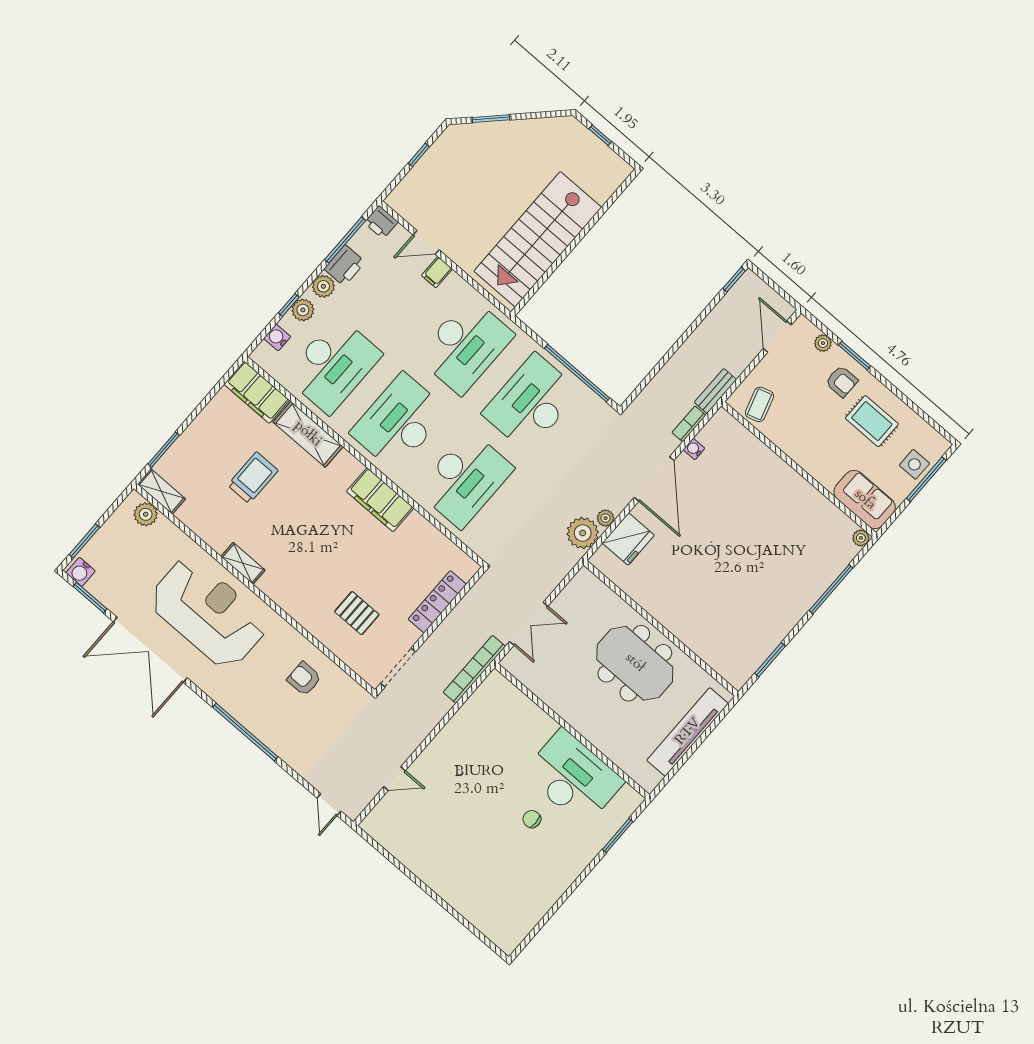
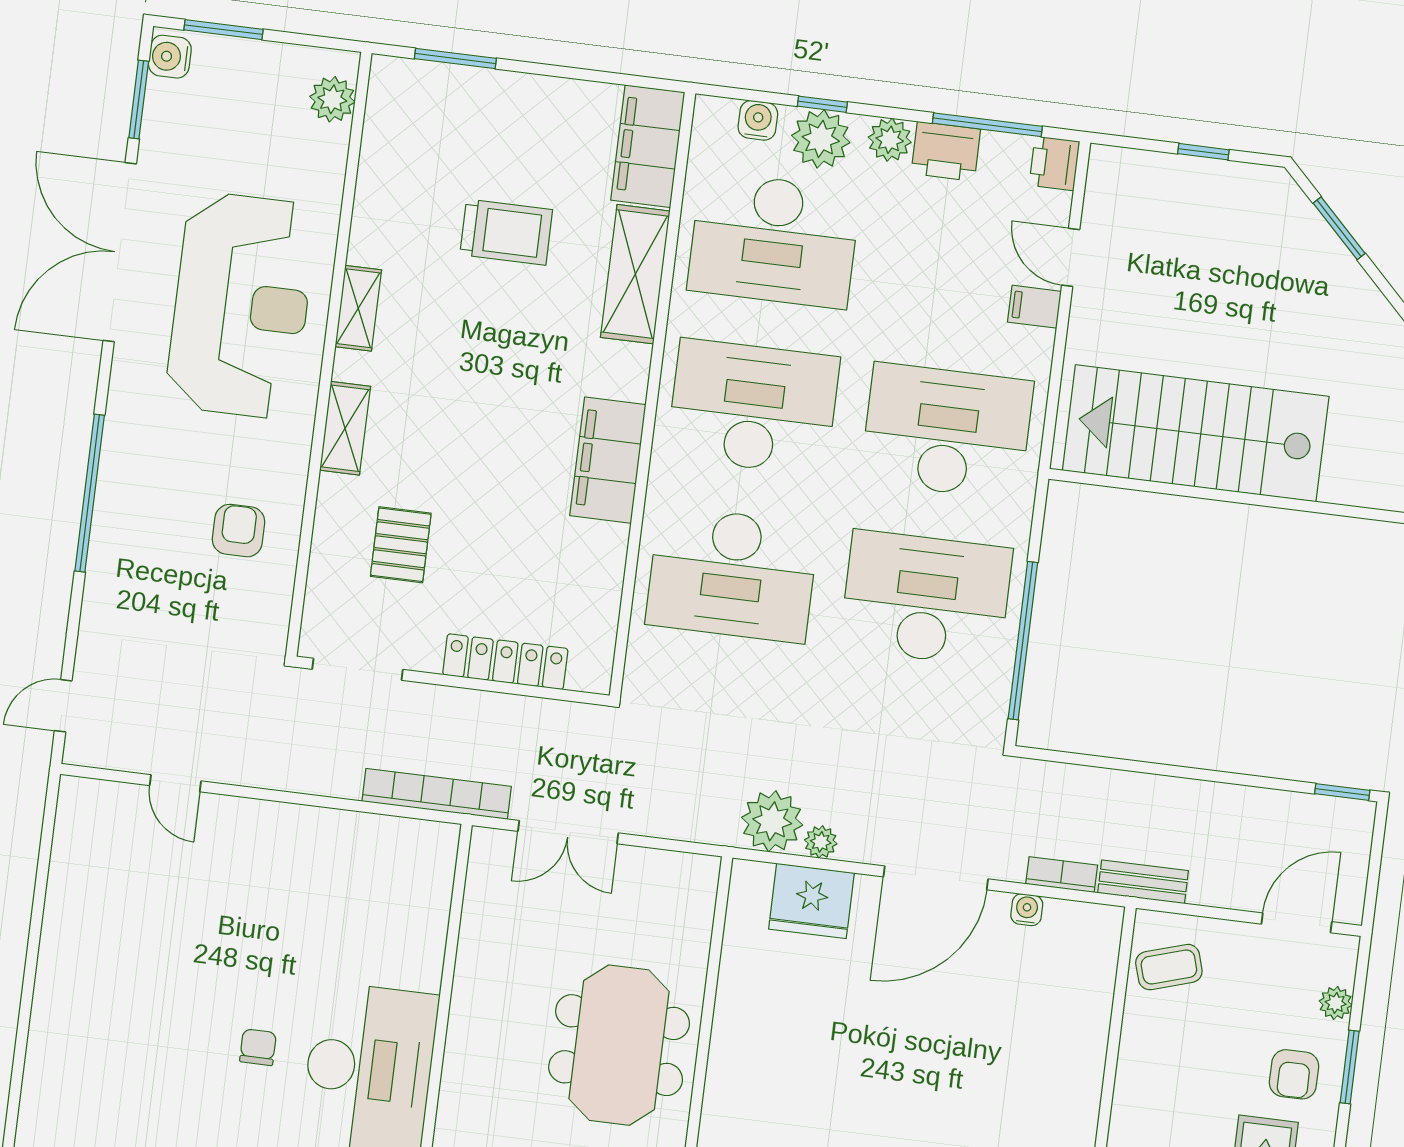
plant: (303, 310) -> (821, 139), width x1.36, depth x1.36
desk: (465, 346) -> (947, 431), turned 180
shelving: (161, 491) -> (345, 428), moved

